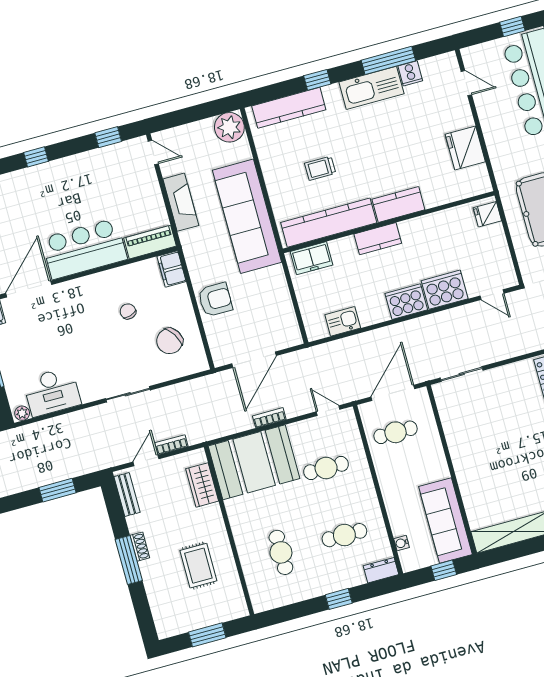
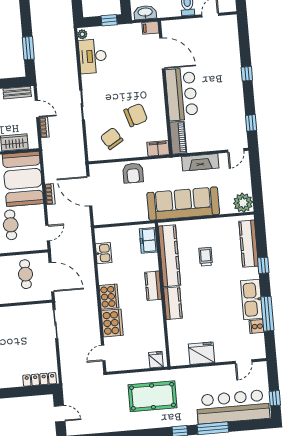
chair: (128, 311) -> (136, 115), width x1.87, depth x1.87

